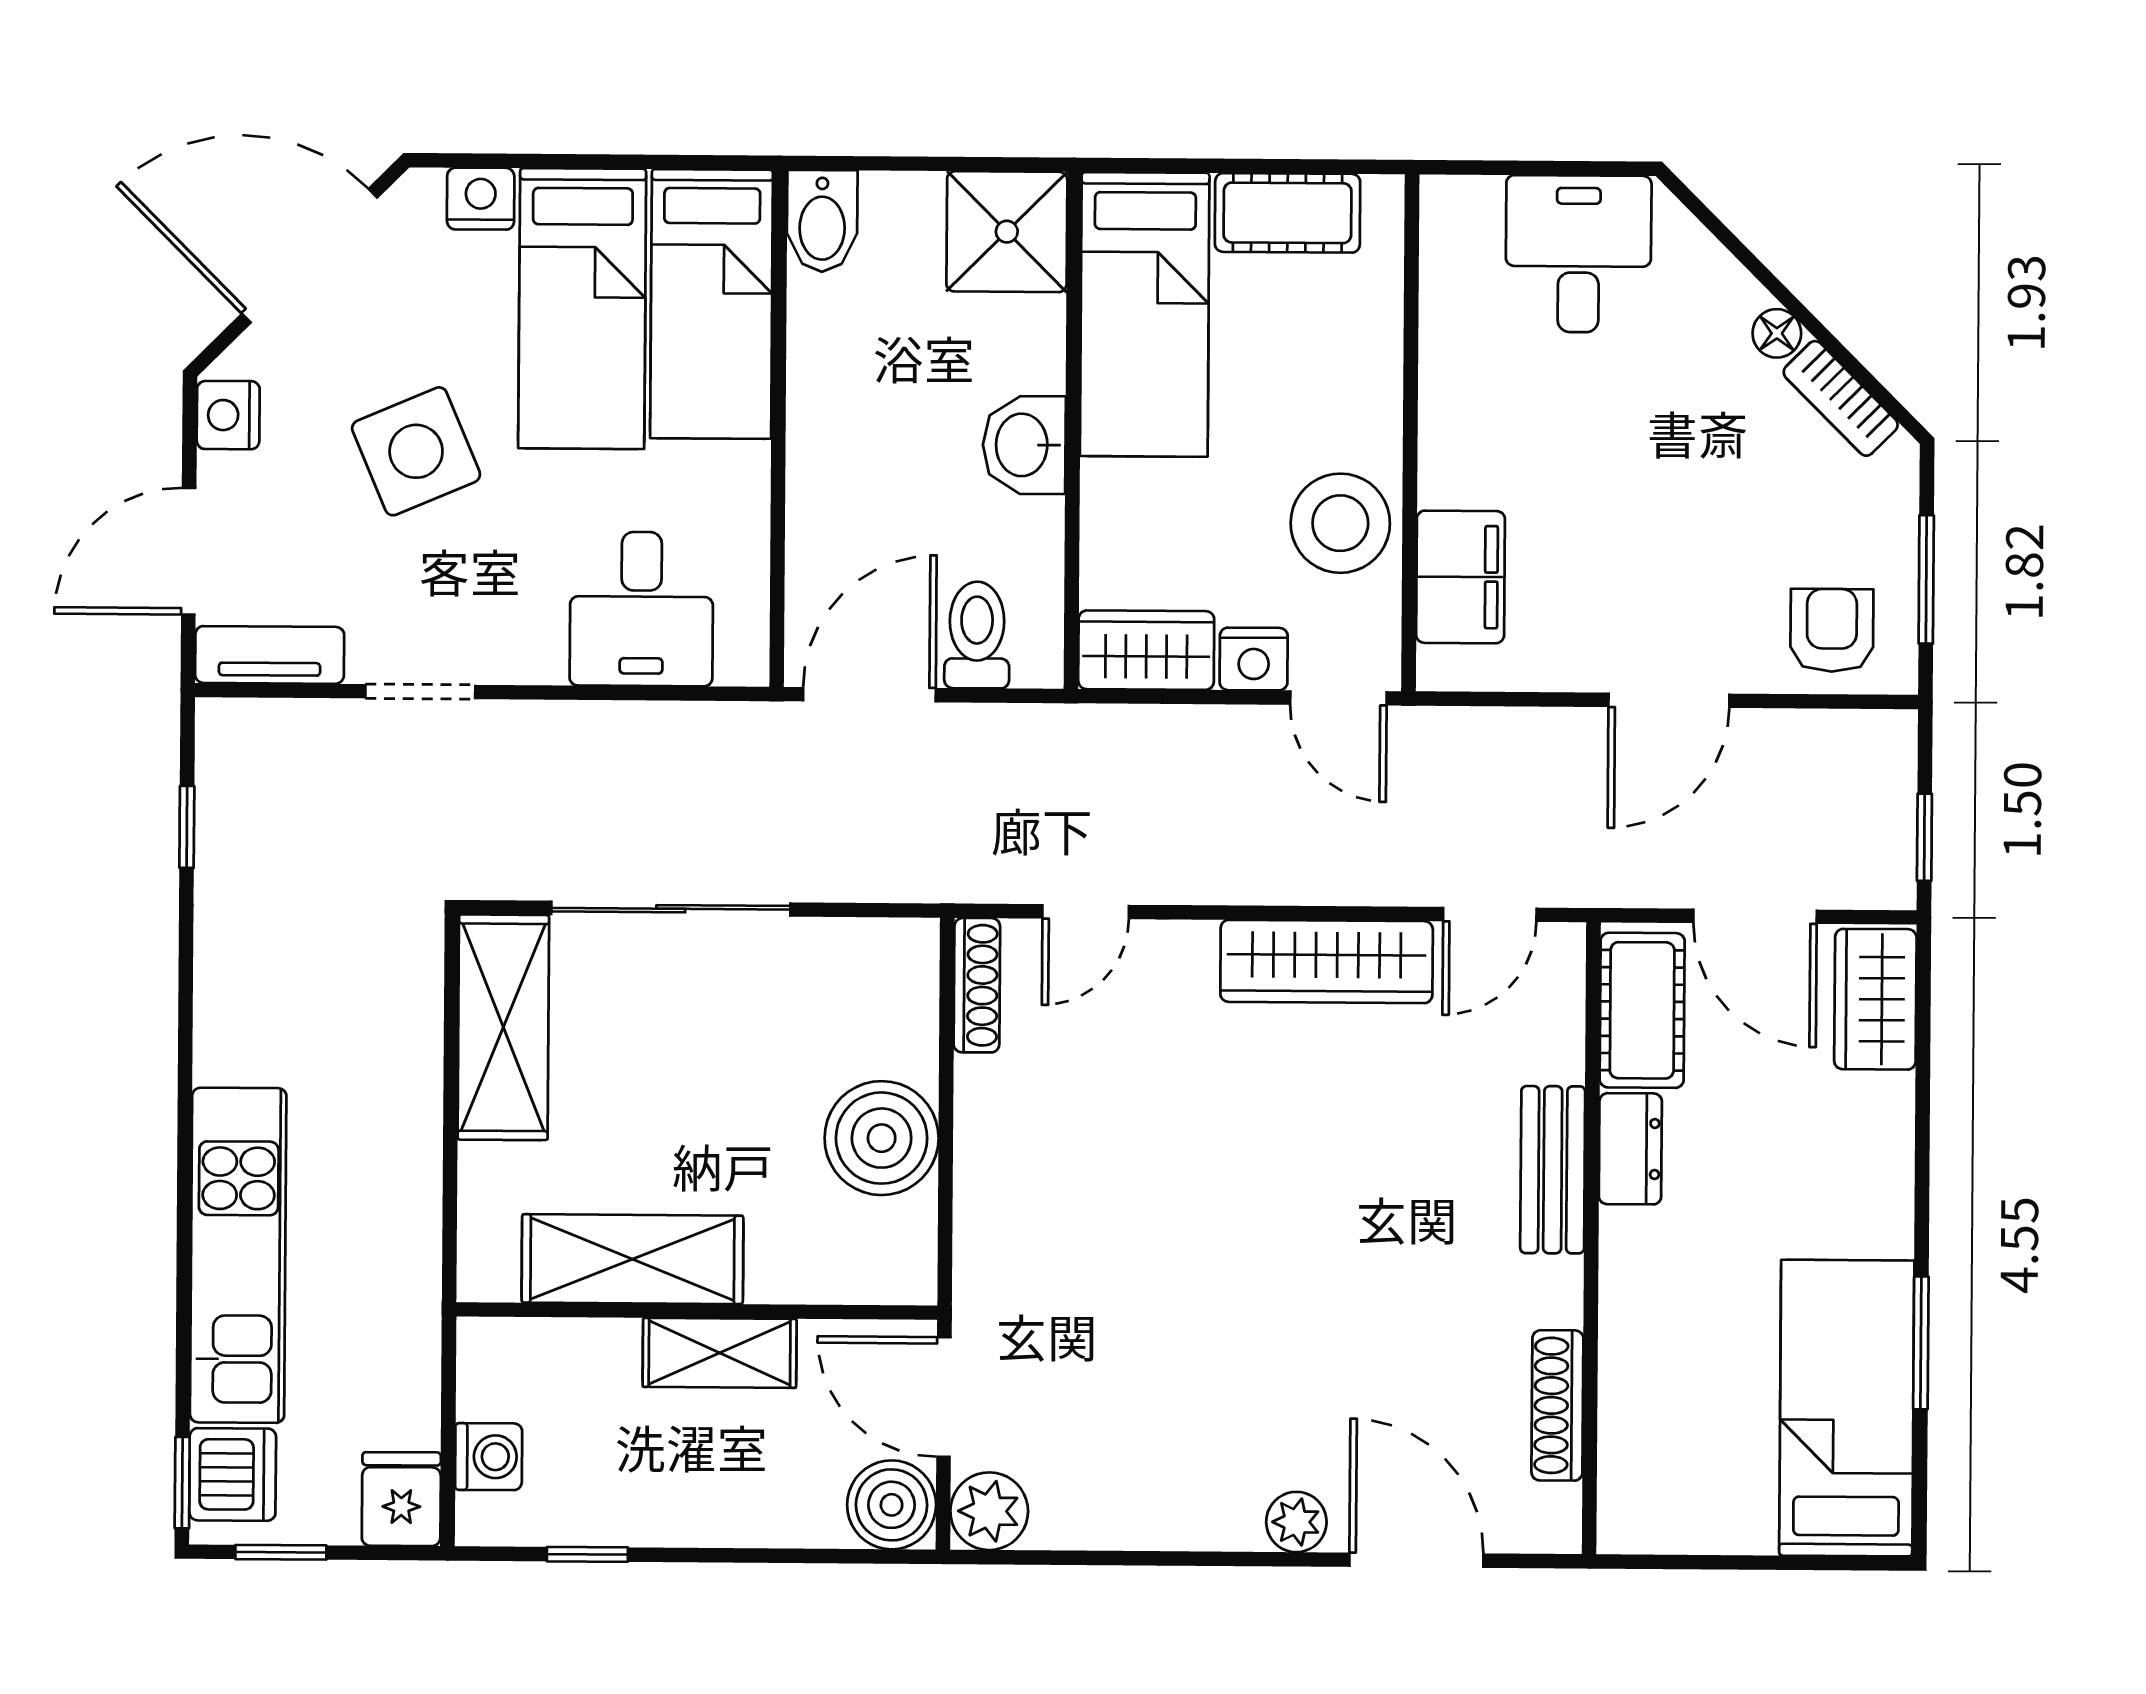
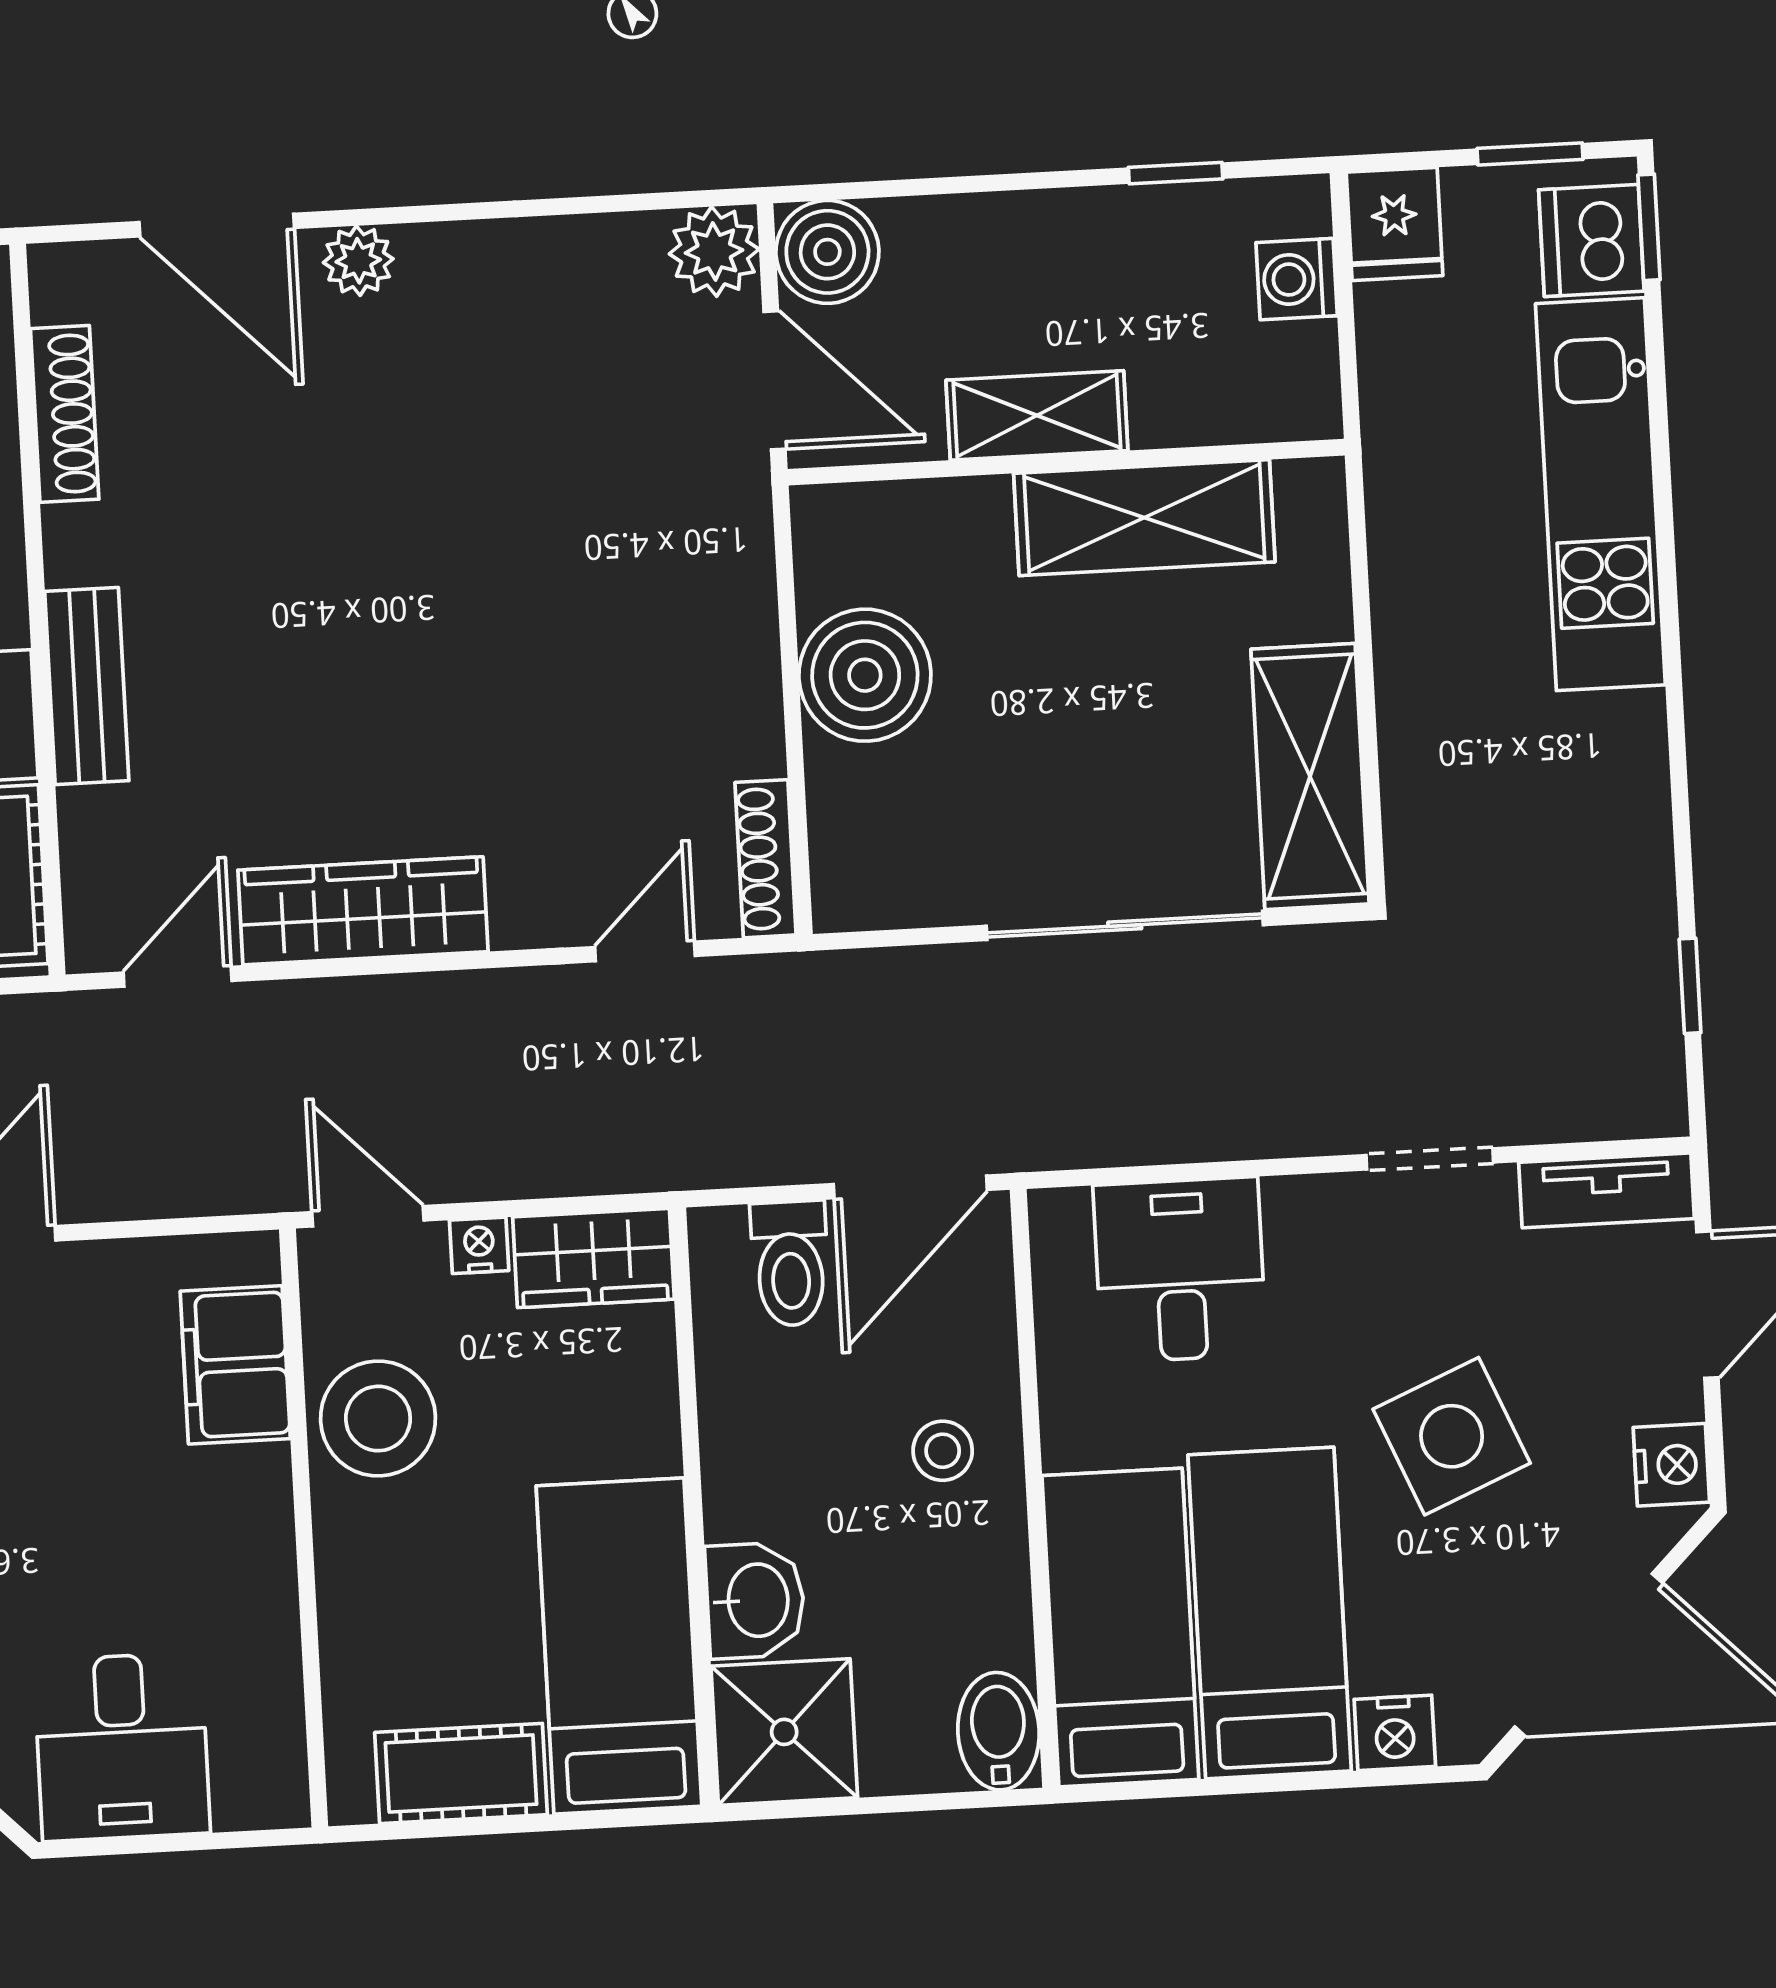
washbasin: (1024, 445) -> (755, 1600), moved
stool: (855, 466) -> (943, 1451), added
nightstand: (1254, 659) -> (479, 1245), width x0.72, depth x0.74

